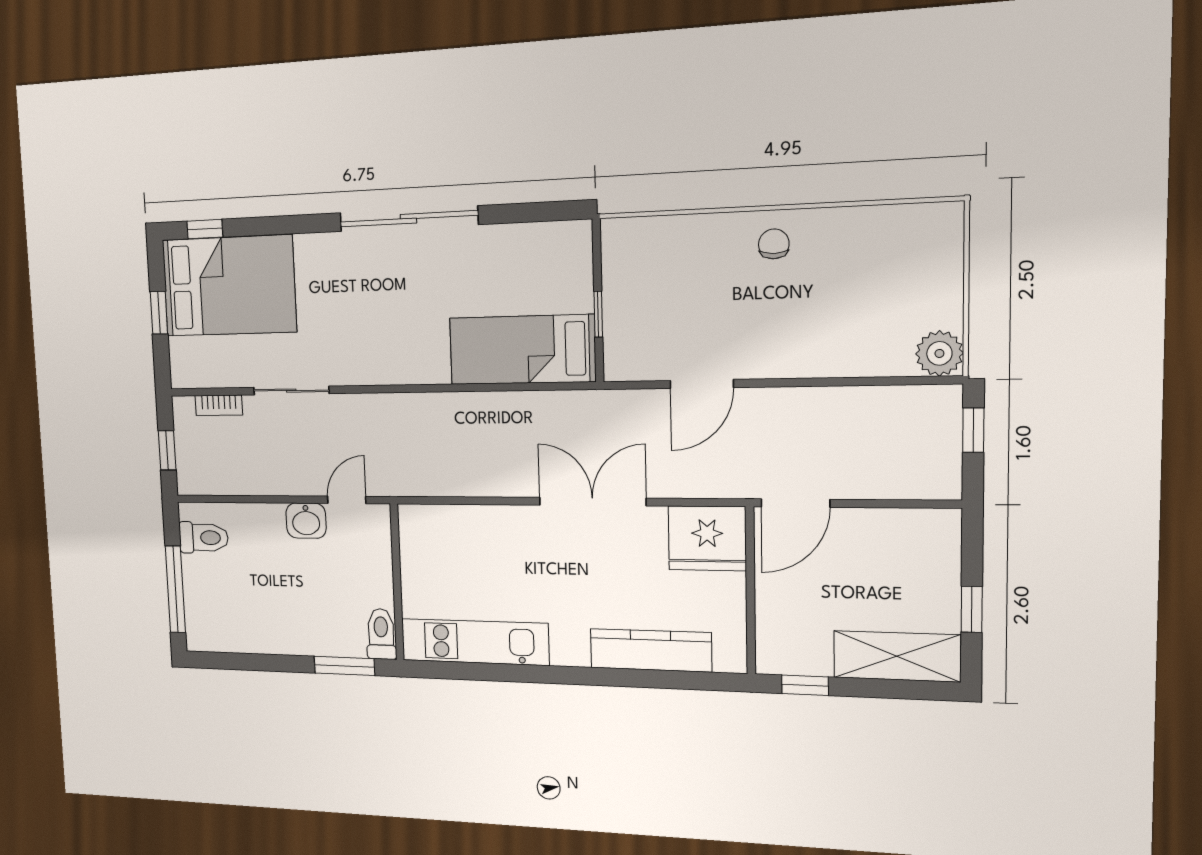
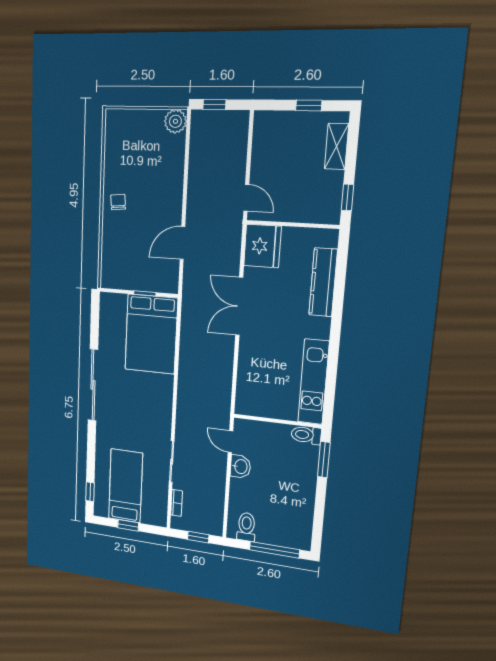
chair: (774, 244) -> (118, 202), turned 85
bed: (229, 286) -> (126, 486), width x0.67
bed: (522, 350) -> (151, 334), width x1.50
door: (702, 384) -> (182, 243), swing flipped
door: (795, 503) -> (246, 198), width x0.73
shelving: (897, 656) -> (337, 146), width x0.67, depth x0.75

